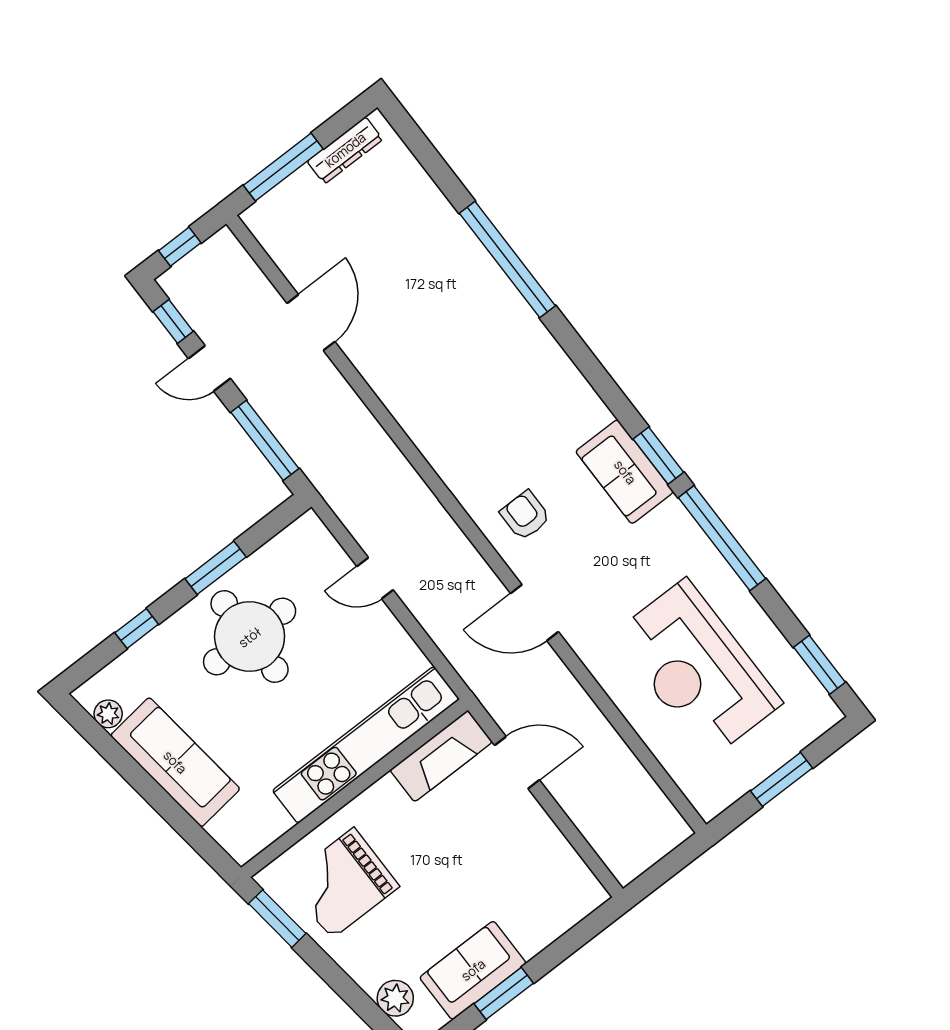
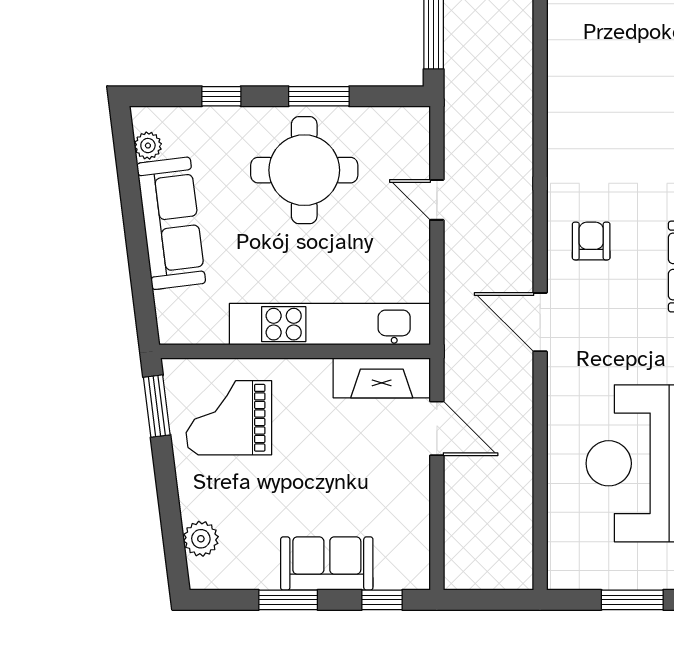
window: (579, 935) -> (382, 600), added
sofa: (473, 970) -> (327, 564), moved

